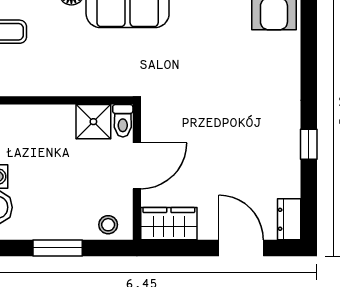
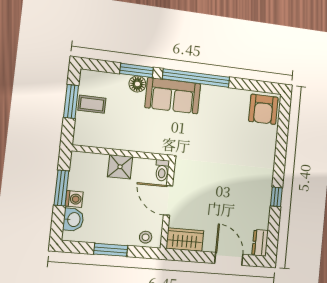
shower: (93, 122) -> (120, 167), moved
door: (137, 166) -> (168, 200), swing flipped

